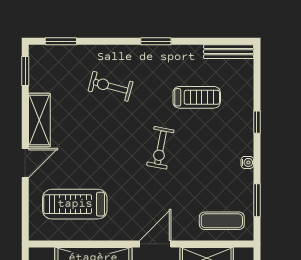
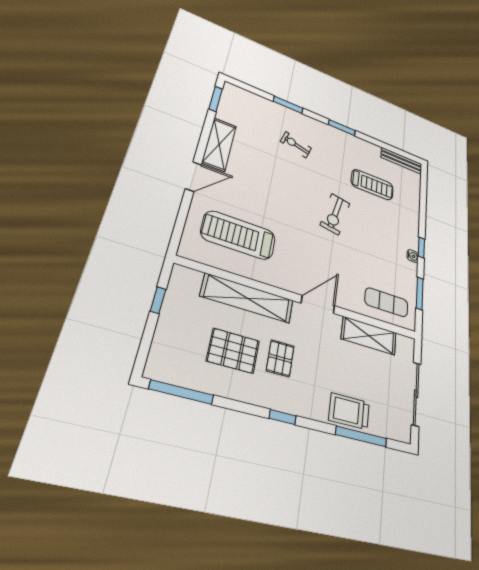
window: (61, 41) -> (288, 105), moved
exercise bike: (111, 86) -> (296, 145), width x0.73, depth x0.72
window: (257, 122) -> (421, 248), moved

